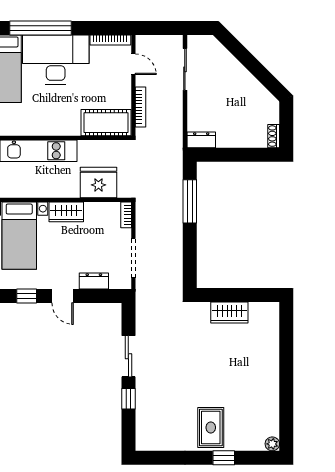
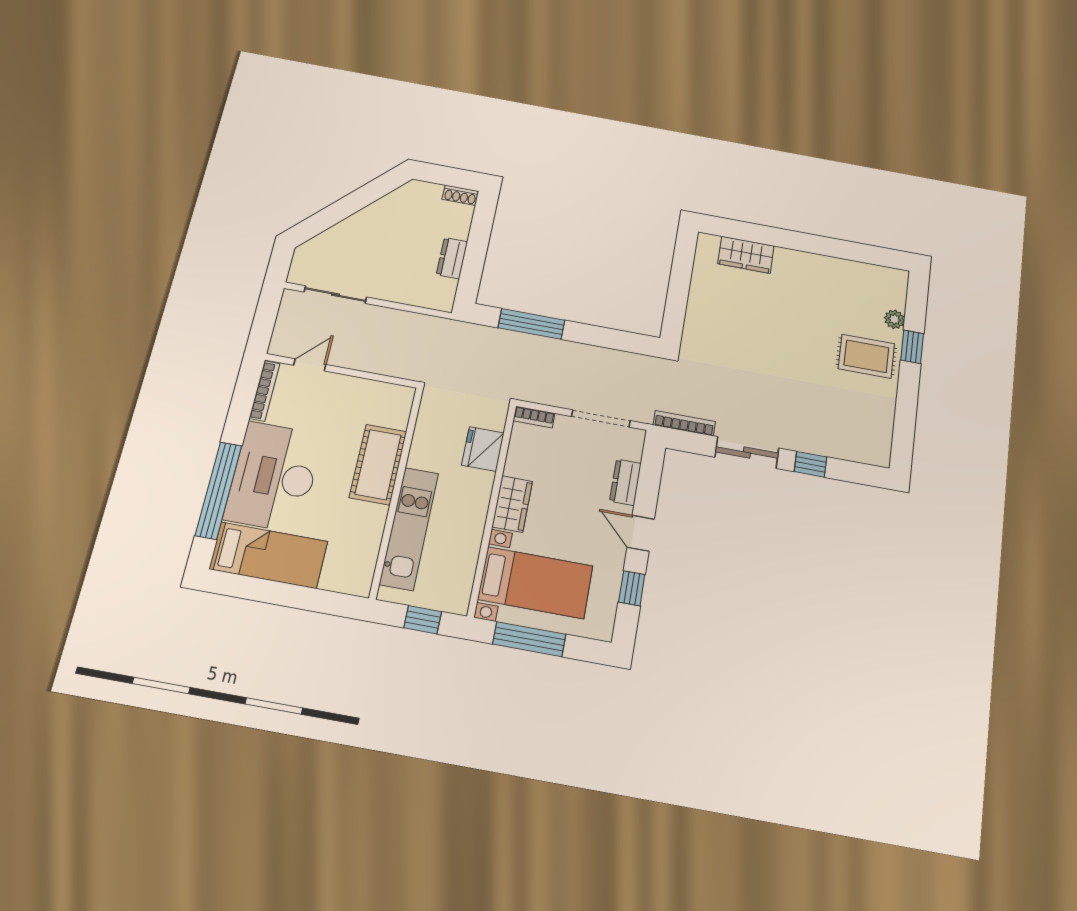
bookcase: (141, 107) -> (684, 423), moved
cot: (106, 123) -> (378, 465), moved
dresser: (201, 140) -> (452, 258), moved
fridge: (98, 182) -> (483, 449), width x0.73, depth x0.75
door: (63, 296) -> (641, 533), swing flipped
wardrobe: (229, 312) -> (746, 255), moved, turned 90
plant: (272, 444) -> (894, 319), moved

